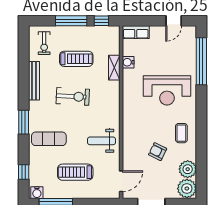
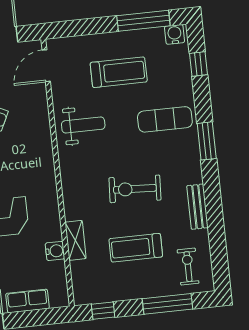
window: (71, 21) -> (168, 304), moved
row of seats: (136, 32) -> (27, 301), moved
bench: (34, 81) -> (197, 207), width x0.73

